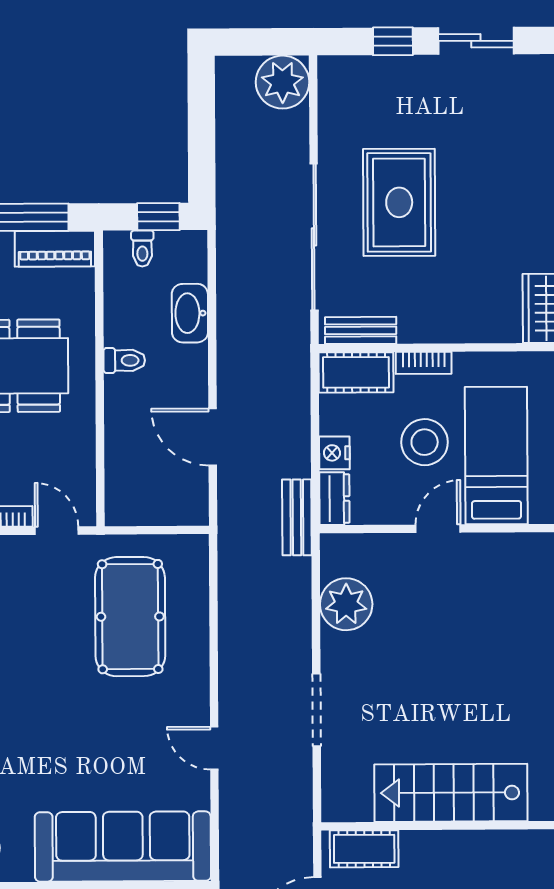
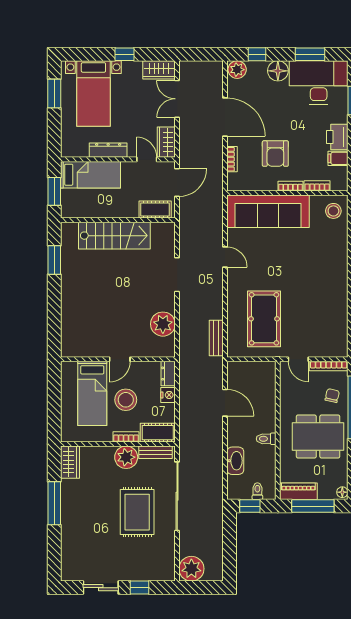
plant: (423, 319) -> (126, 457), added
bench: (297, 517) -> (216, 338), moved

